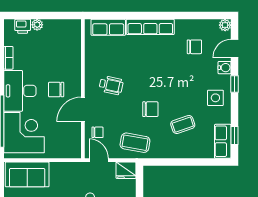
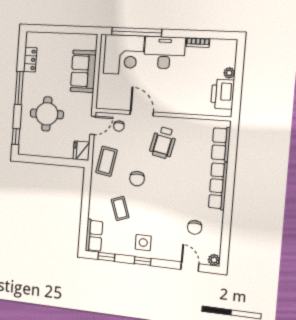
printer: (23, 26) -> (222, 94), moved, width x1.87, depth x1.48
water cooler: (225, 68) -> (172, 255), removed
window: (235, 84) -> (143, 261), moved
wheelchair: (111, 85) -> (163, 143), width x1.36, depth x1.37
chair: (56, 90) -> (163, 88), removed
row of seats: (223, 141) -> (94, 236), moved, turned 90
sofa: (27, 174) -> (83, 71), moved

